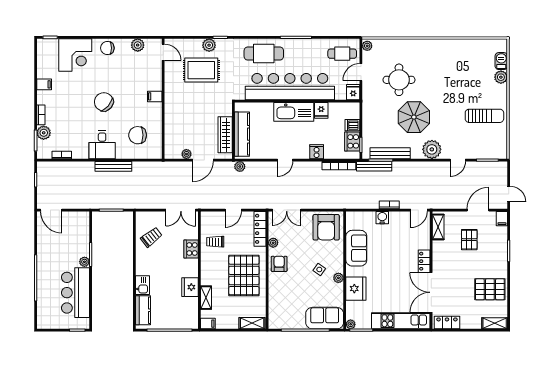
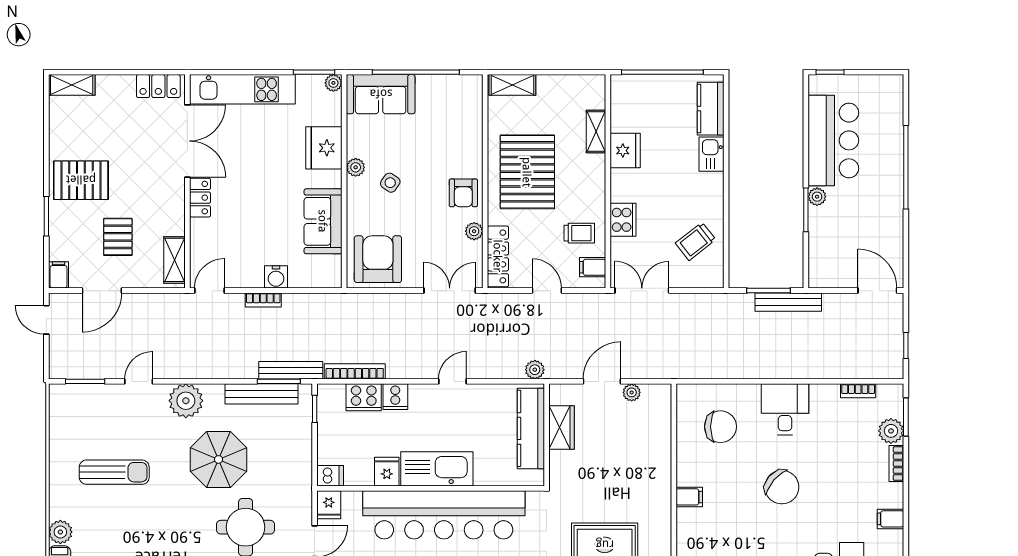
sun lounger: (484, 116) -> (114, 472), moved, turned 180
dishwasher: (352, 125) -> (330, 476), moved
wardrobe: (225, 135) -> (562, 427), width x0.67
cooker: (352, 141) -> (364, 397), moved, turned 90
bench: (113, 166) -> (788, 302), moved
door: (233, 210) -> (547, 291), hinge flipped
pallet: (490, 289) -> (81, 180), moved
filing cabinet: (208, 324) -> (593, 267), moved

